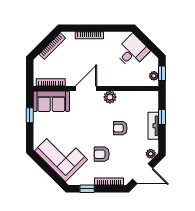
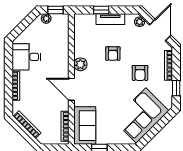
desk: (132, 51) -> (26, 57), moved, turned -45
plant: (154, 76) -> (46, 19), moved

